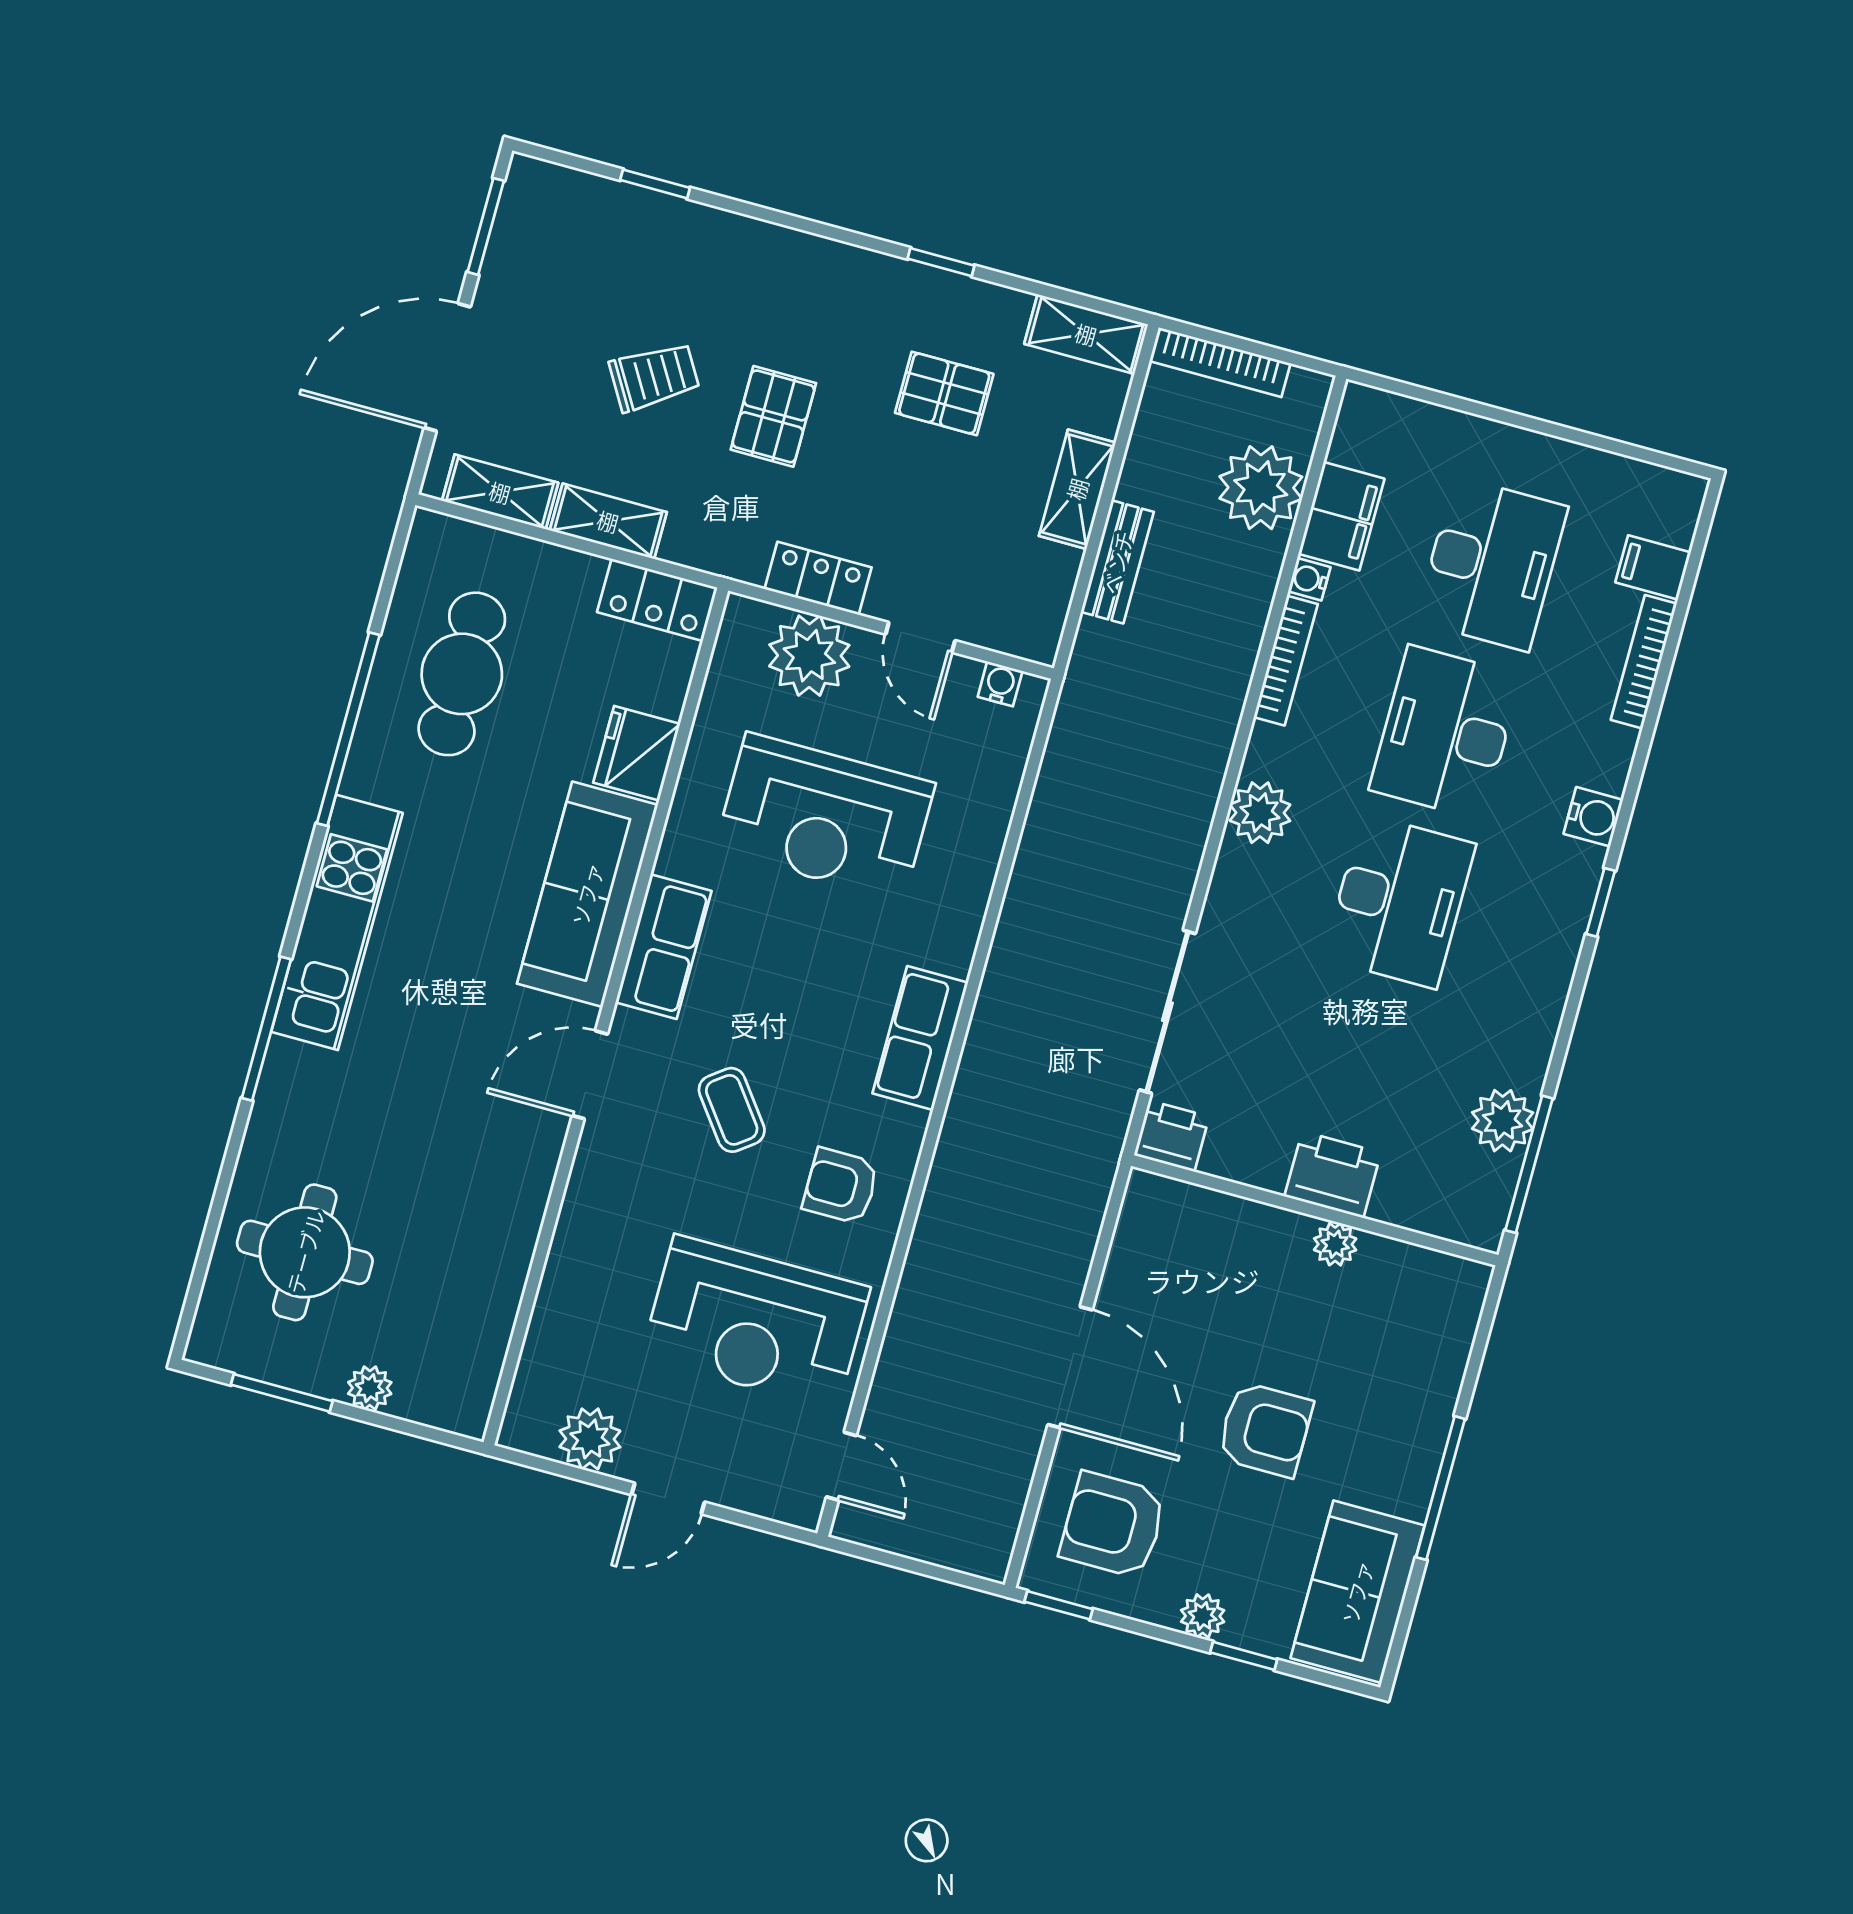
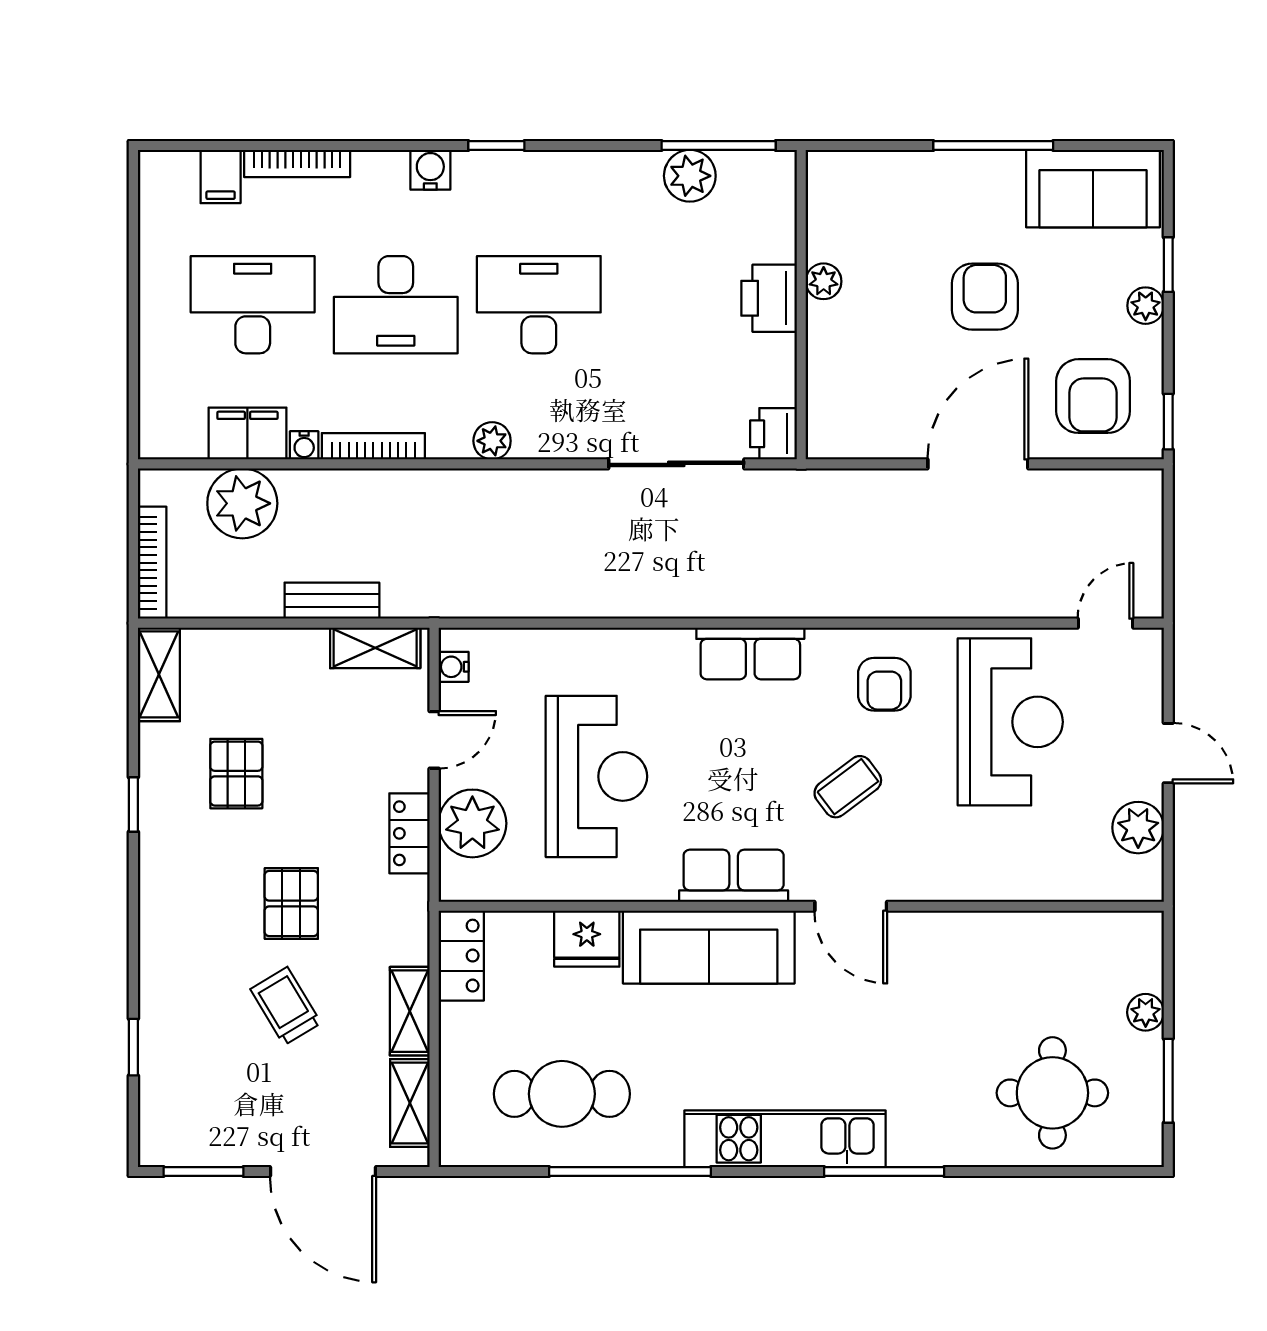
pallet: (773, 416) -> (291, 904), turned 90
shelving: (1077, 489) -> (375, 648), moved
plant: (1260, 813) -> (492, 441), width x0.73, depth x0.73

